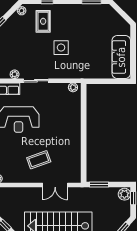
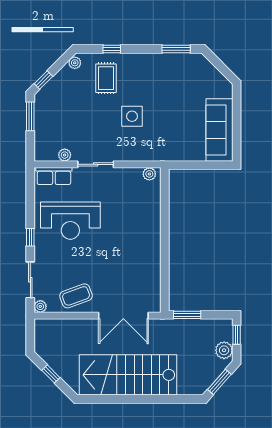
coffee table: (39, 160) -> (76, 296), moved
double door: (55, 185) -> (123, 316), width x1.37
plant: (124, 194) -> (224, 350), moved

